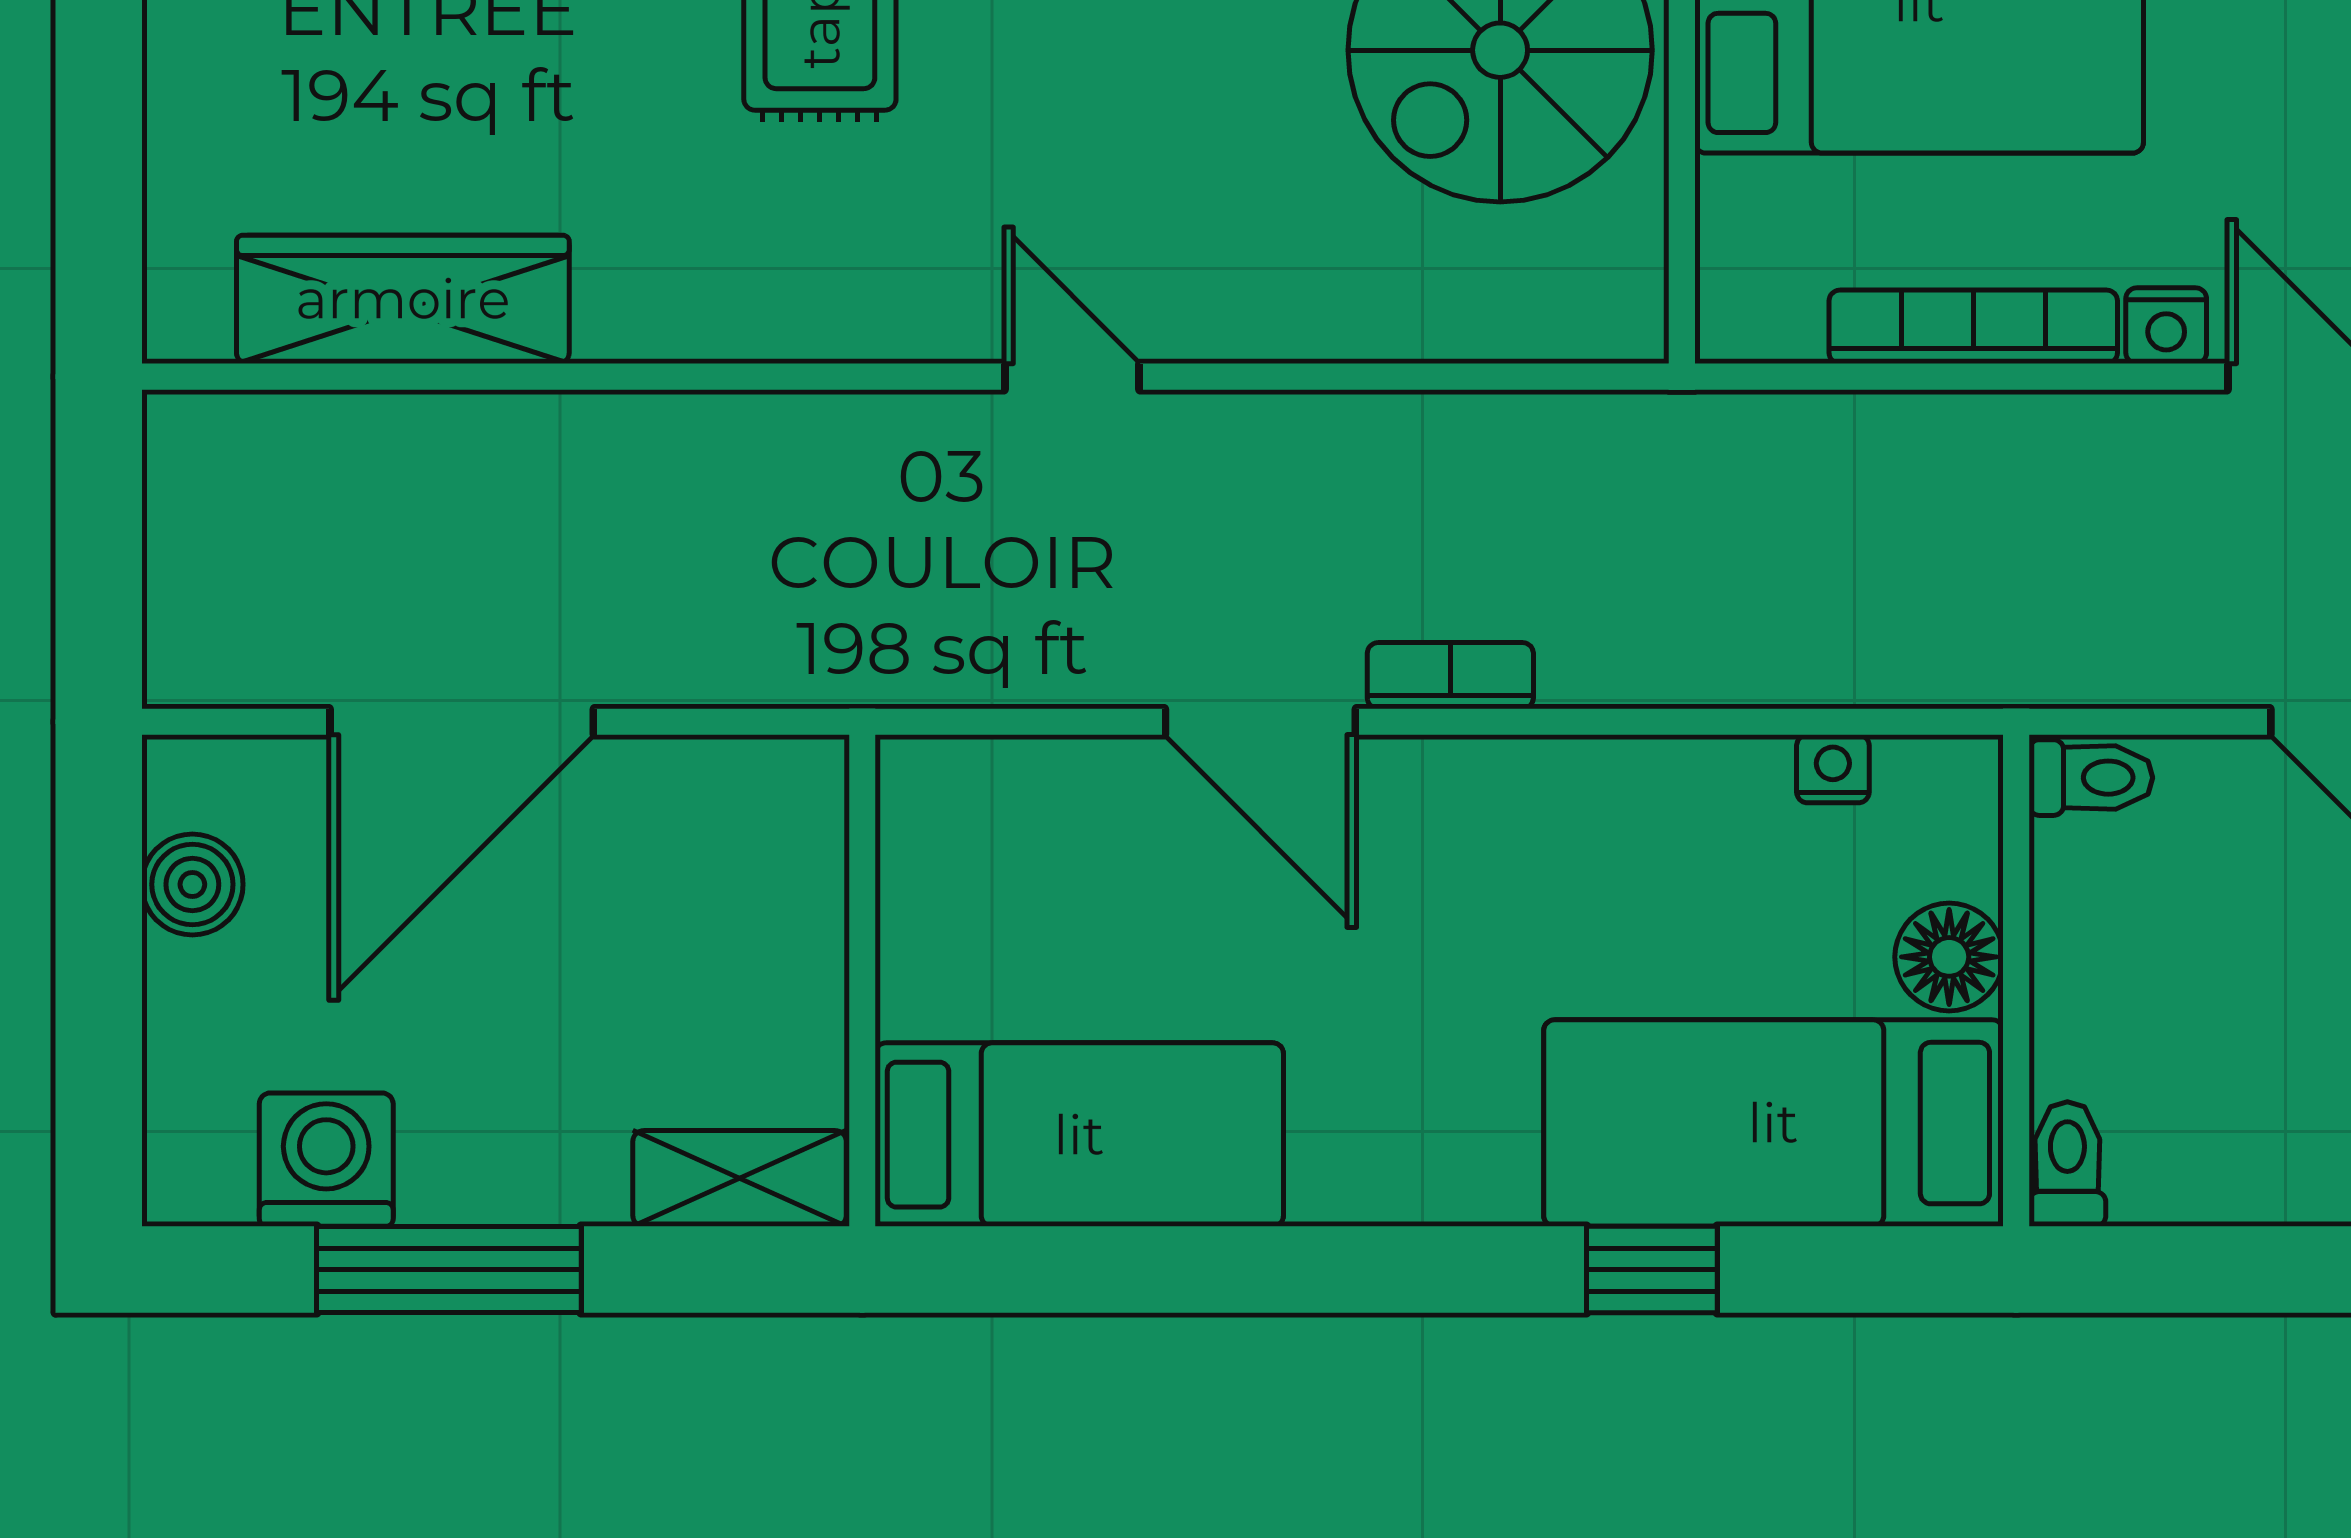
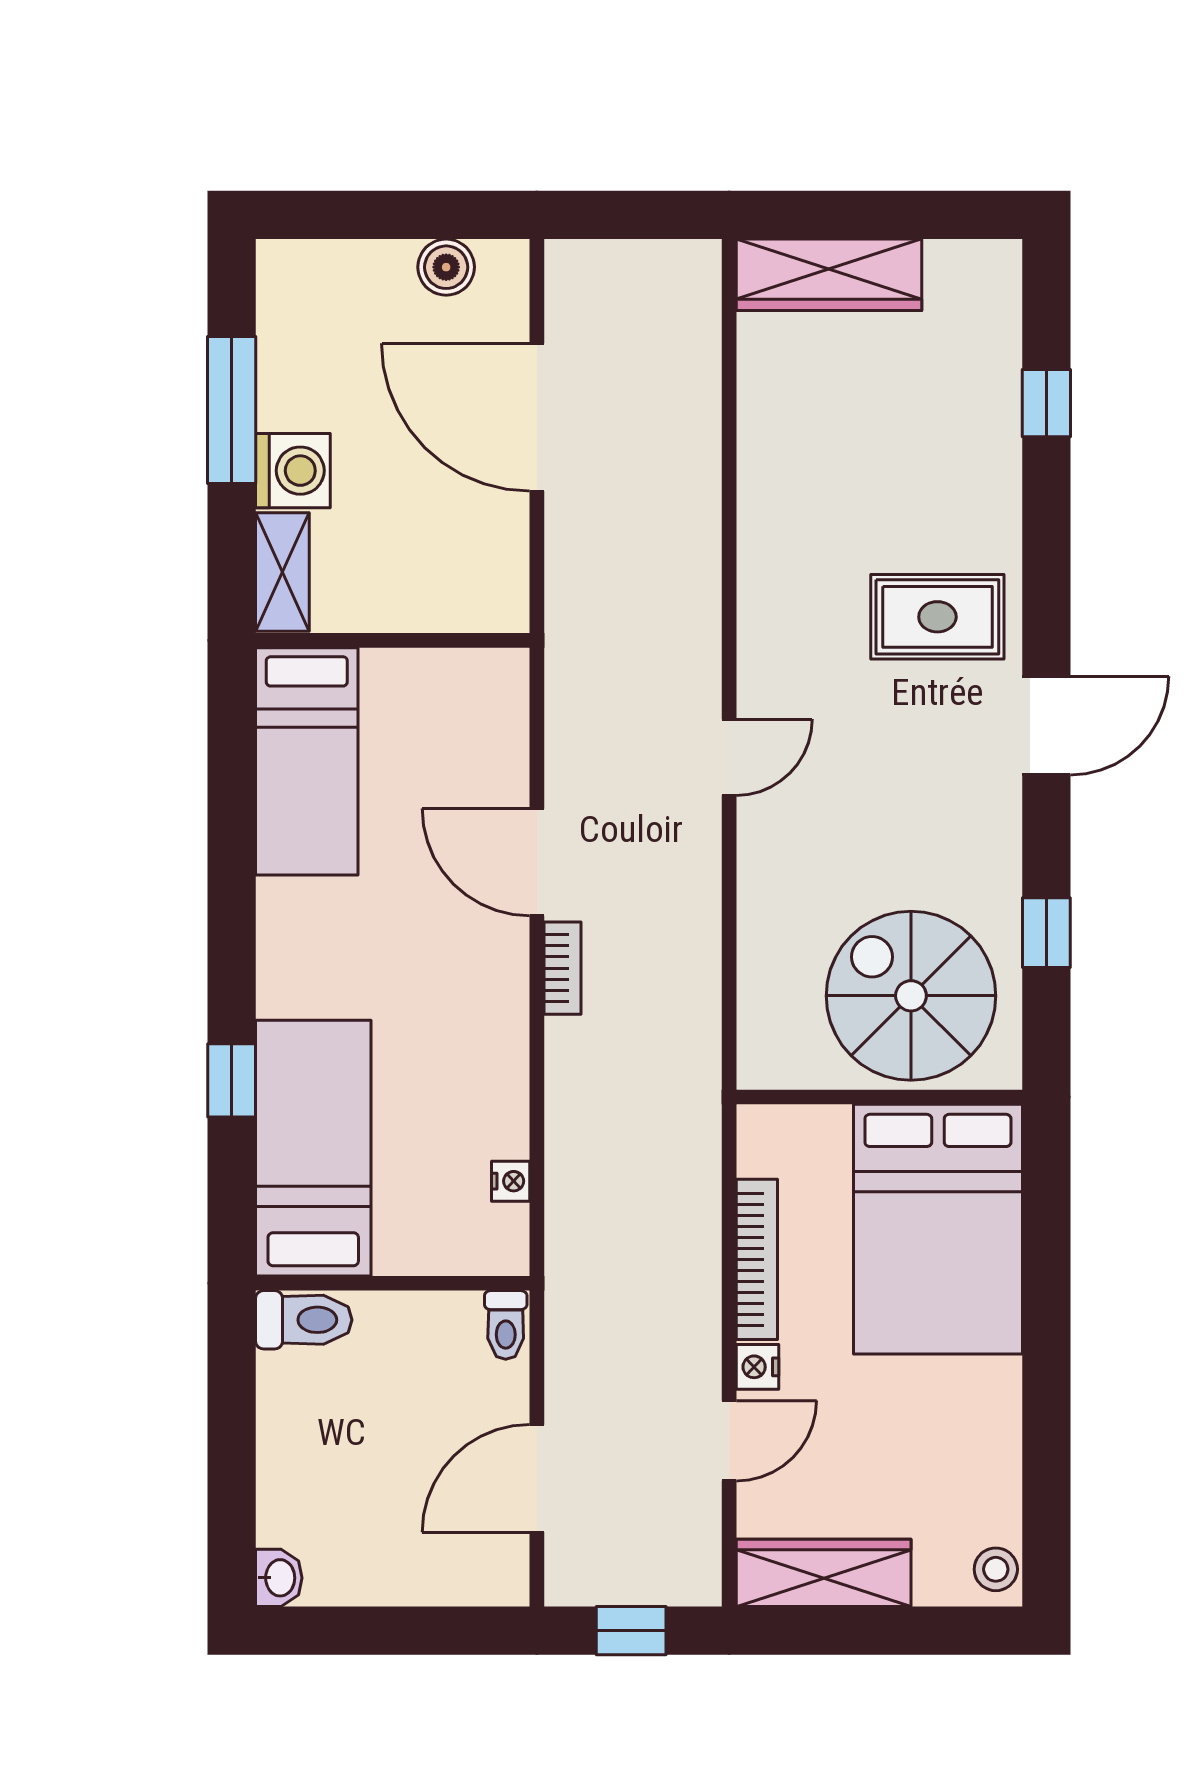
wardrobe: (403, 299) -> (829, 275), moved, turned 90
door: (1260, 722) -> (537, 862), hinge flipped
floor lamp: (1949, 957) -> (406, 1246), removed
washing machine: (326, 1160) -> (293, 471), moved
toilet: (2067, 1164) -> (304, 1320), width x1.37, depth x1.39

